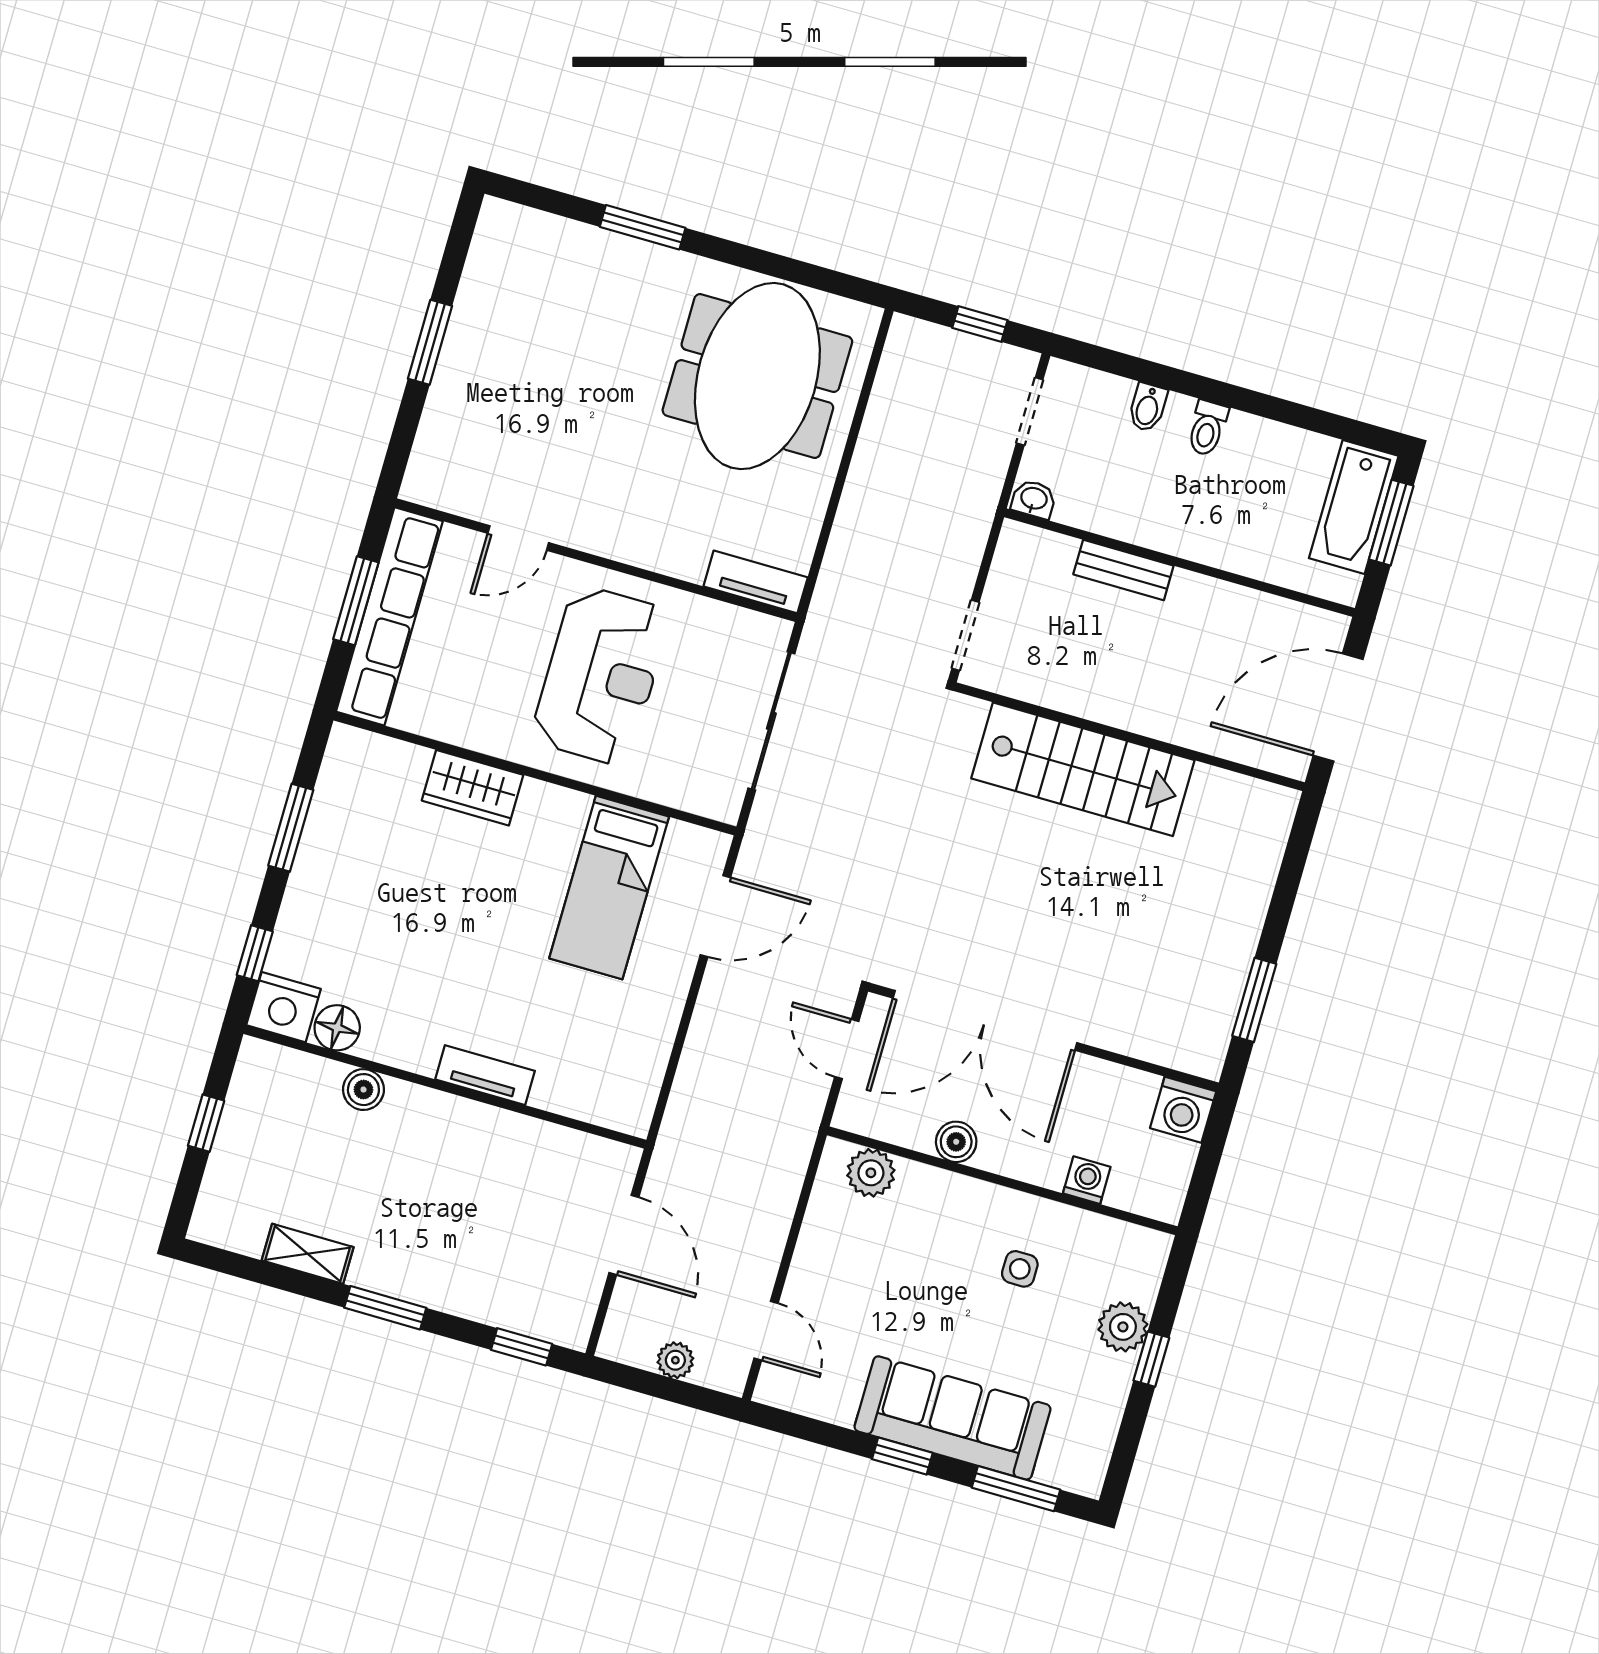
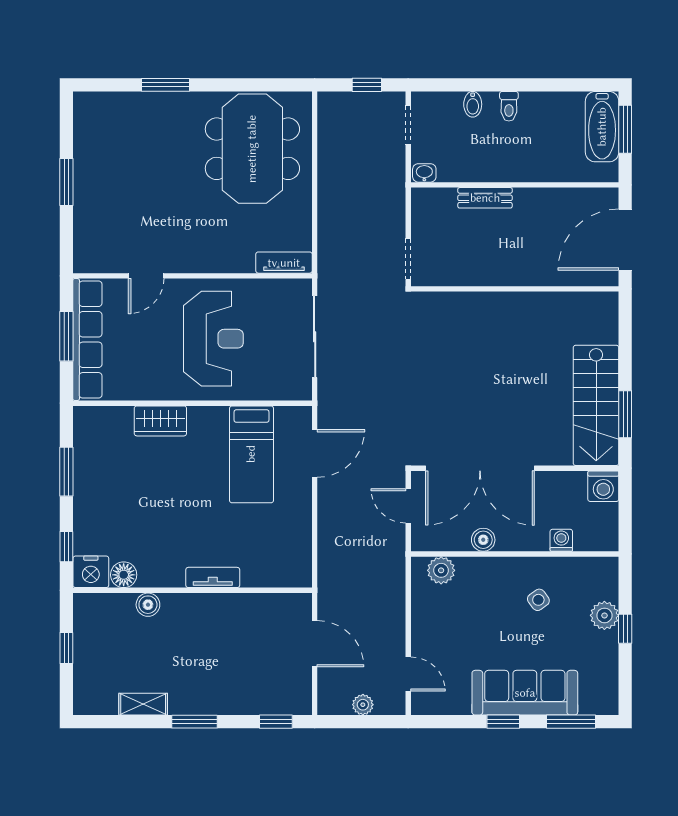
stairs: (1083, 769) -> (596, 405), moved, turned 90
side table: (1020, 1269) -> (538, 600), turned -36

